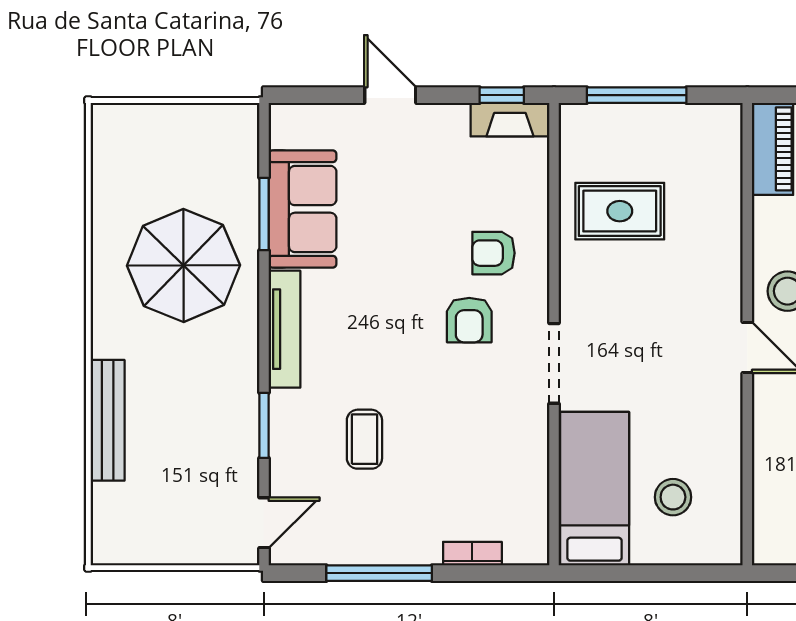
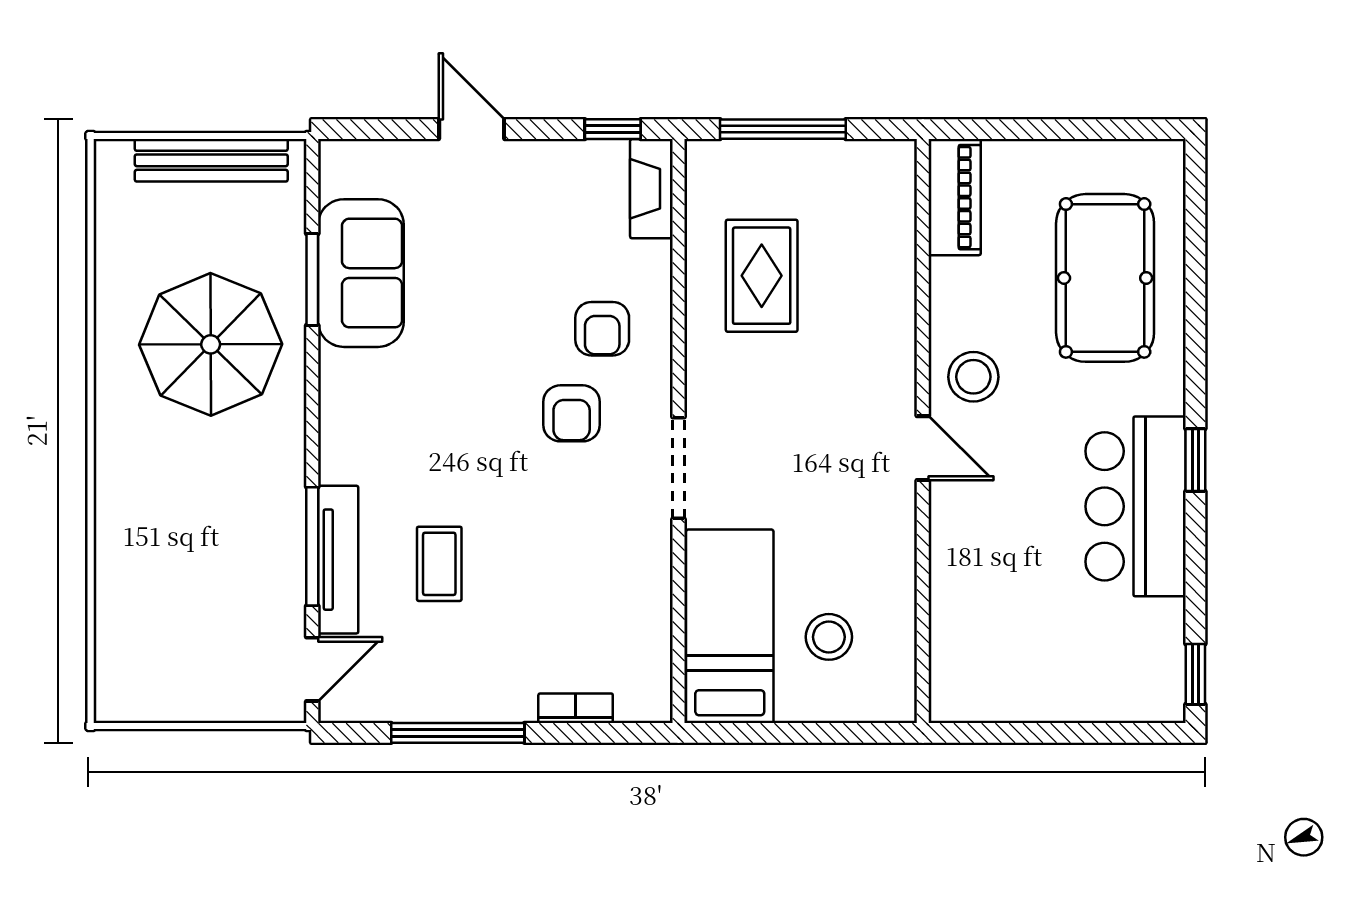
fireplace: (510, 120) -> (651, 189), moved, turned 90
rug: (620, 211) -> (762, 276), turned 90
armchair: (493, 253) -> (602, 329), turned -90
tv unit: (284, 329) -> (338, 560), moved
bench: (108, 420) -> (211, 160), moved, turned 90
window: (264, 425) -> (312, 546), width x1.44

